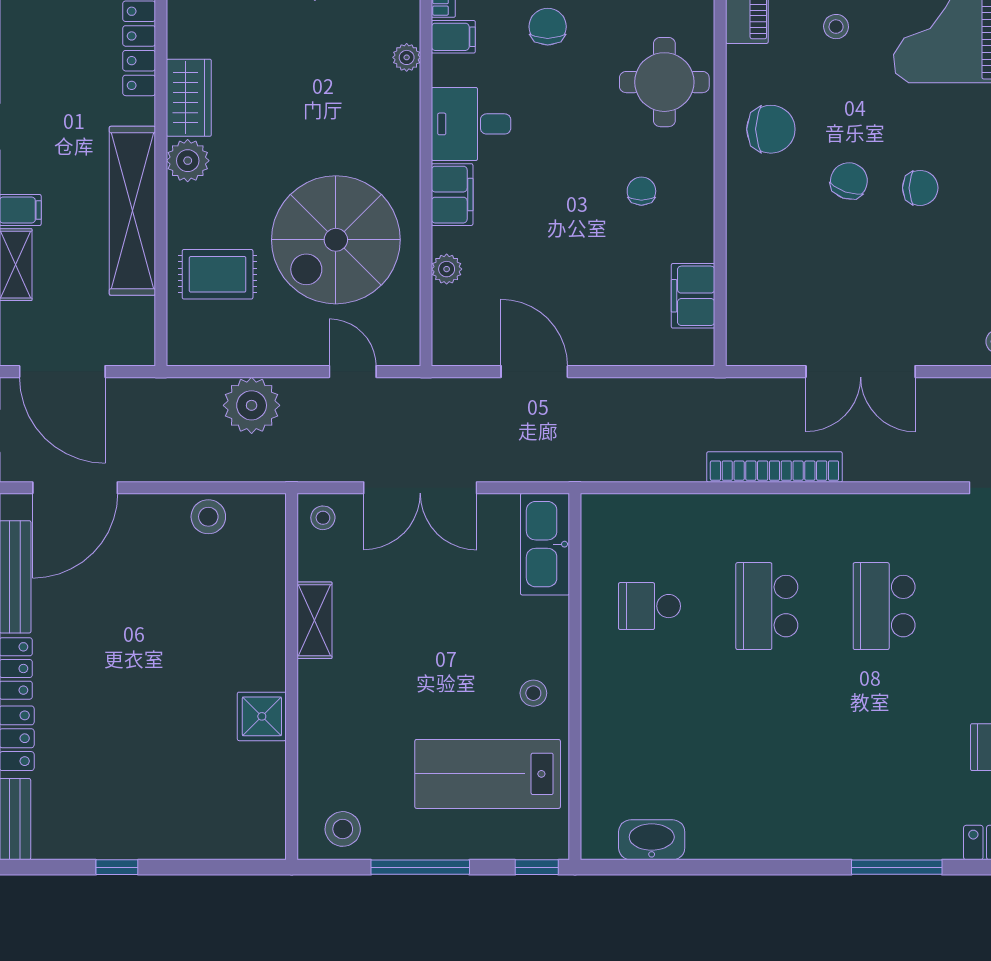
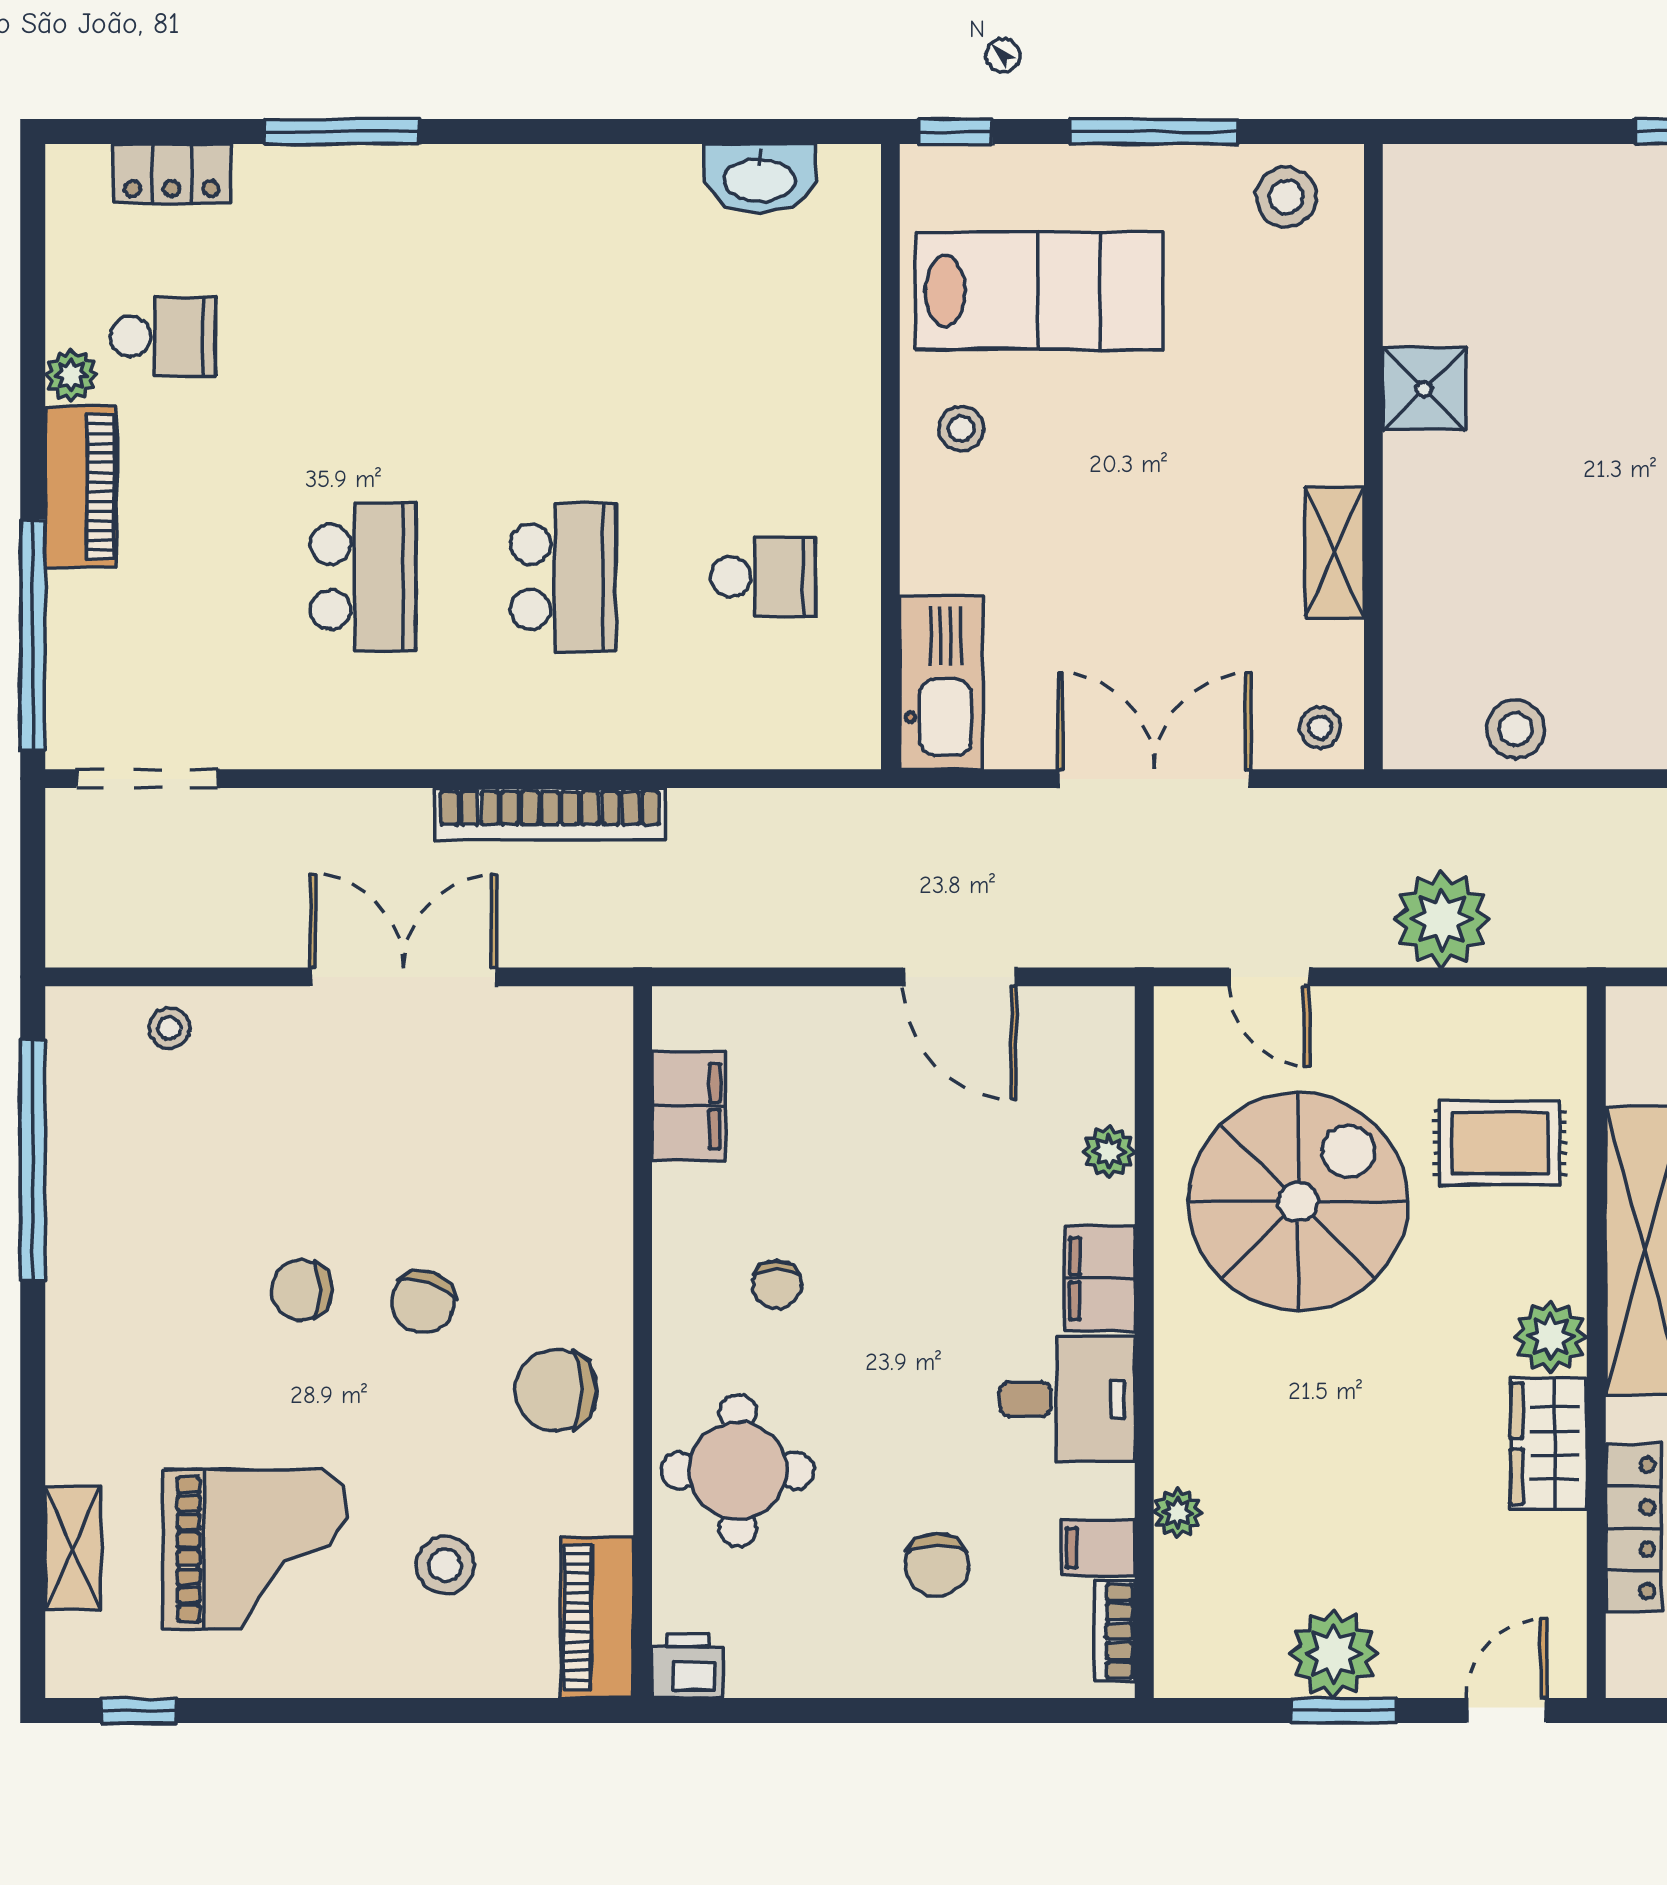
stool: (836, 27) -> (445, 1565), width x1.37, depth x1.37

